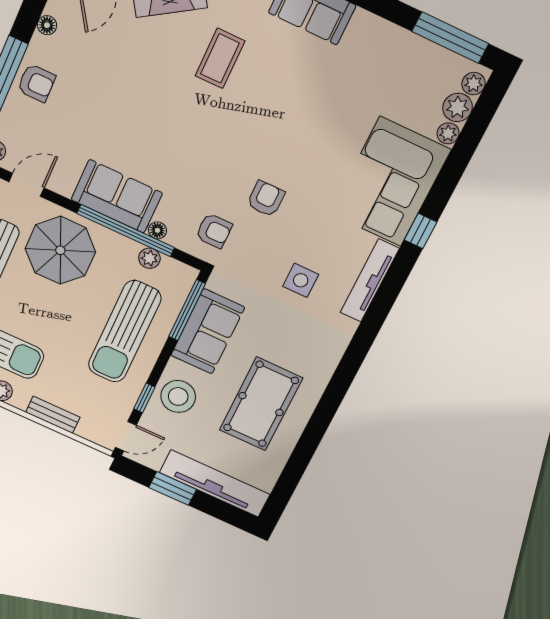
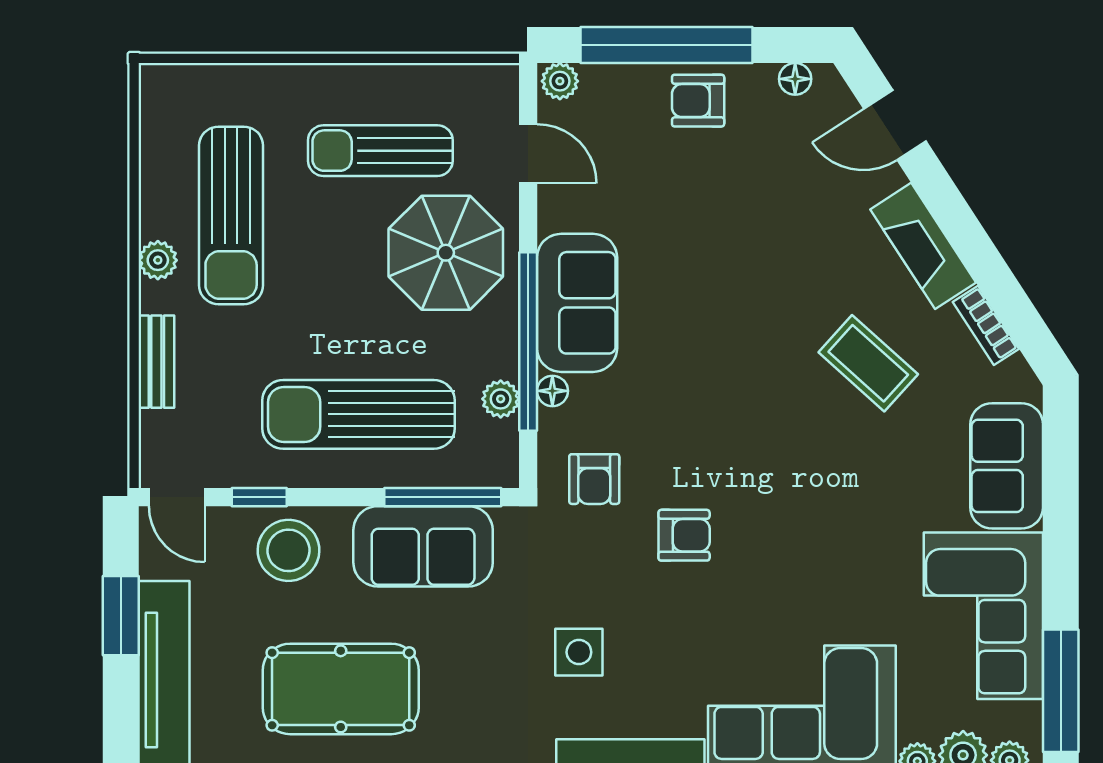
coffee table: (220, 58) -> (868, 363), turned 42
corner sofa: (388, 61) -> (983, 616), added
armchair: (36, 83) -> (698, 101), turned 90

